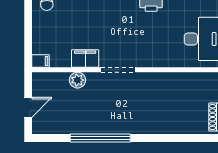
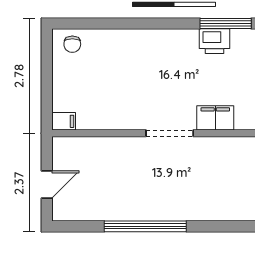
filing cabinet: (85, 59) -> (215, 118), moved
plant: (77, 80) -> (114, 147), removed

